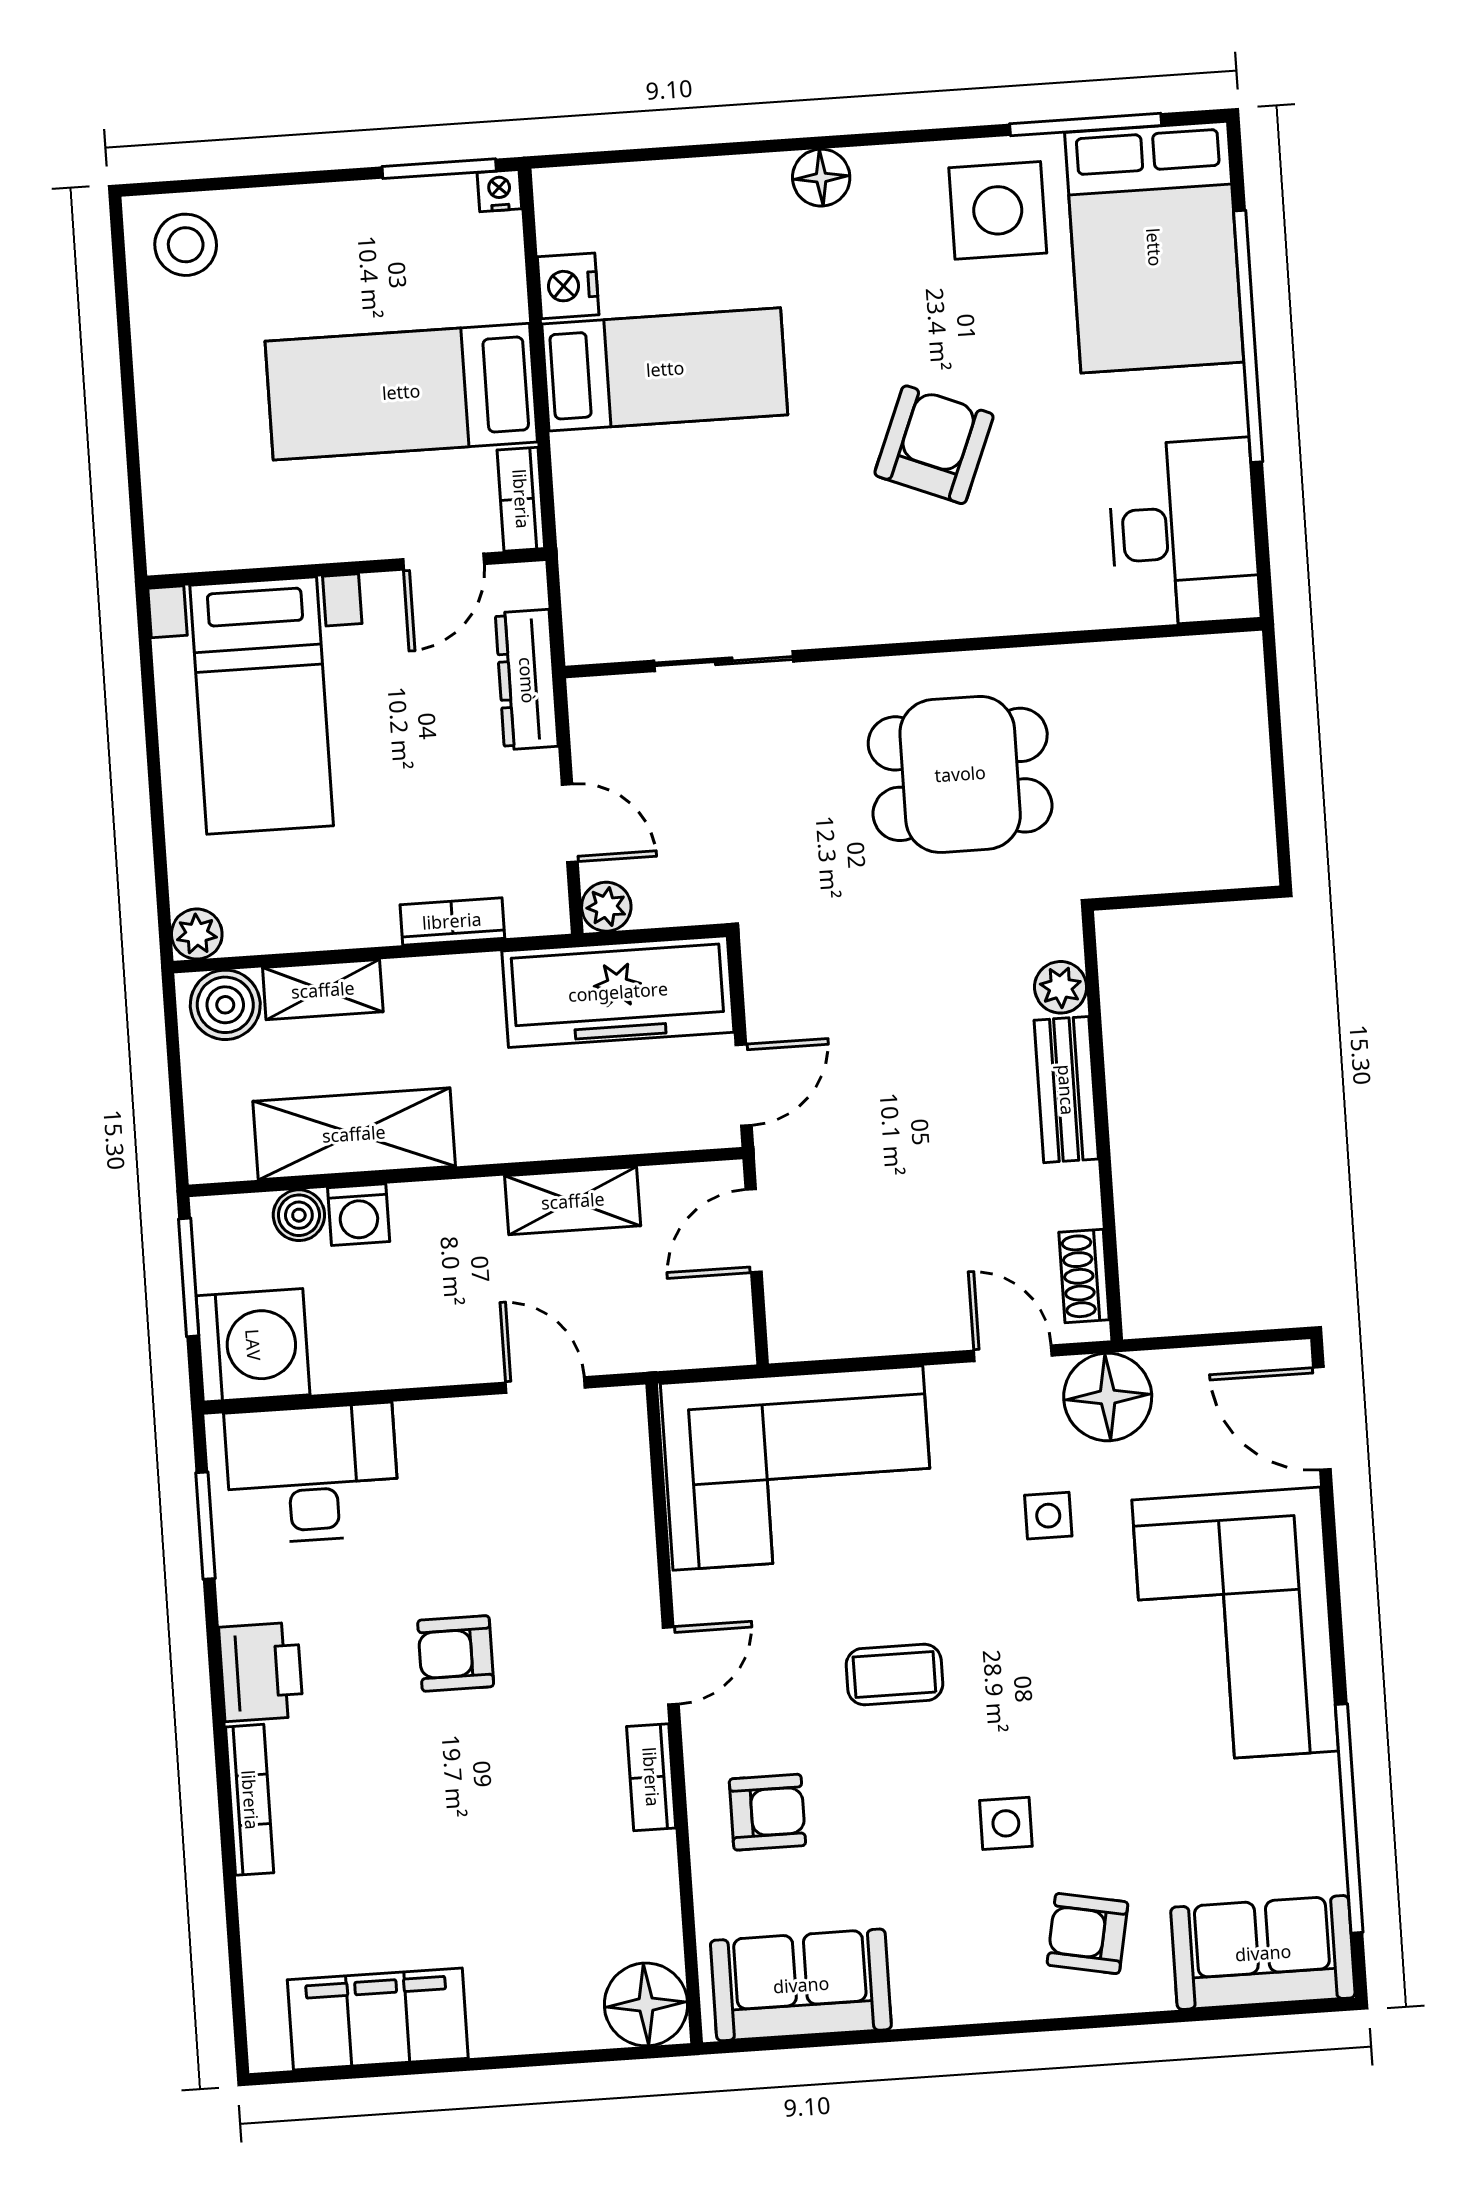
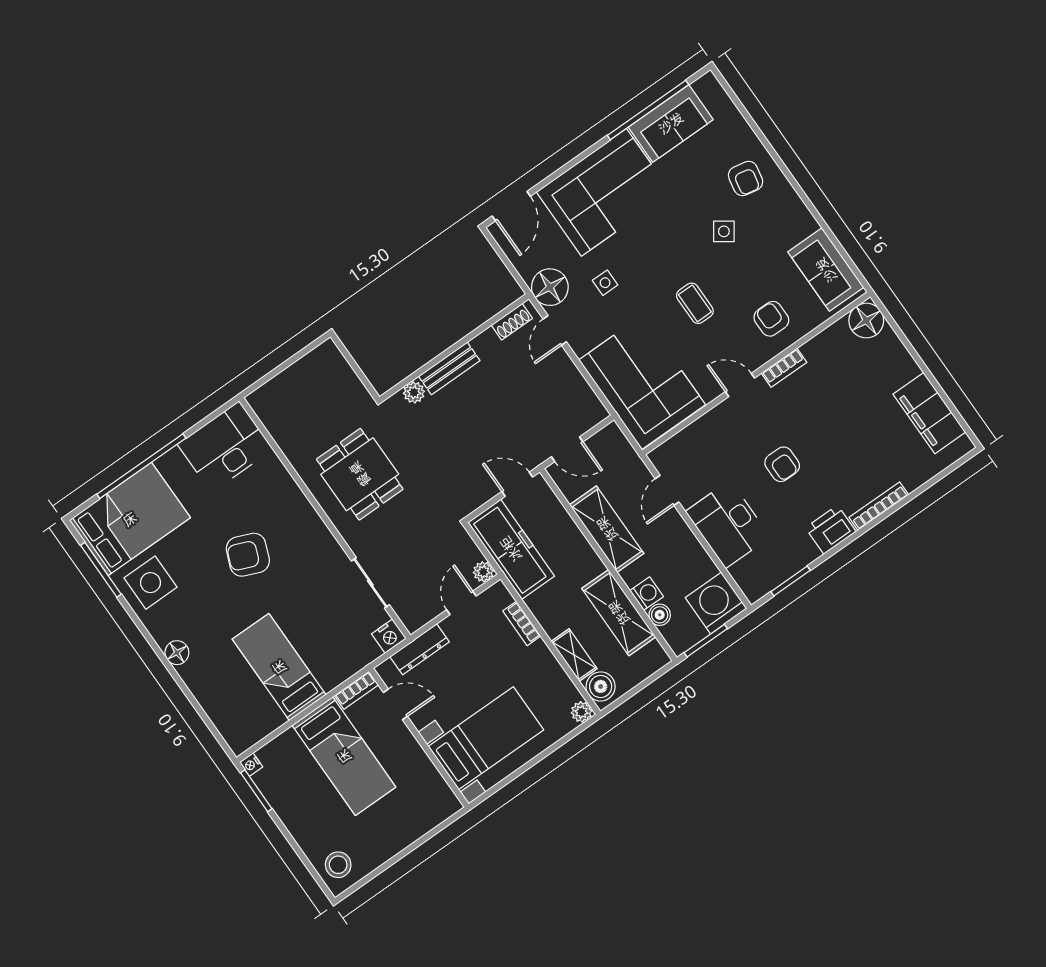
nightstand: (568, 286) -> (389, 636), moved
shelving: (573, 1201) -> (607, 529), width x1.50, depth x1.33
desk: (312, 1474) -> (728, 524), moved
side table: (1006, 1823) -> (724, 231), turned 35
sofa: (1263, 1953) -> (671, 123), moved, turned -90

